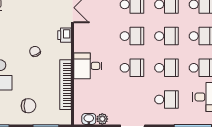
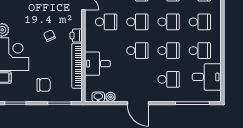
printer: (64, 35) -> (76, 36), moved
school desk: (97, 36) -> (106, 22), added
desk: (88, 66) -> (97, 64), moved

